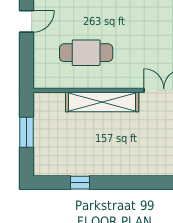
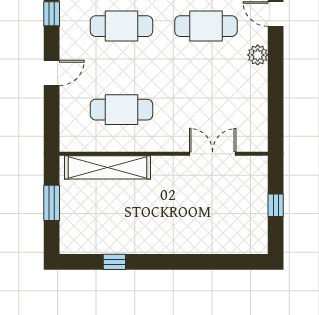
shelving: (102, 102) -> (107, 167), moved

